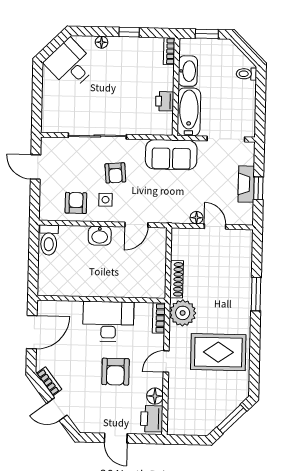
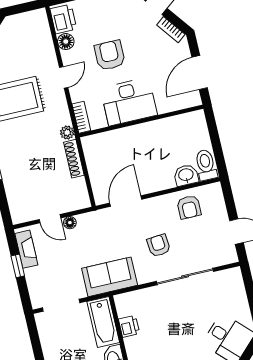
fireplace: (246, 184) -> (26, 249), moved
side table: (105, 200) -> (162, 217), removed
door: (136, 225) -> (126, 201), width x1.38
washbasin: (100, 236) -> (186, 175), moved
plant: (183, 313) -> (67, 133), width x0.53, depth x0.53

